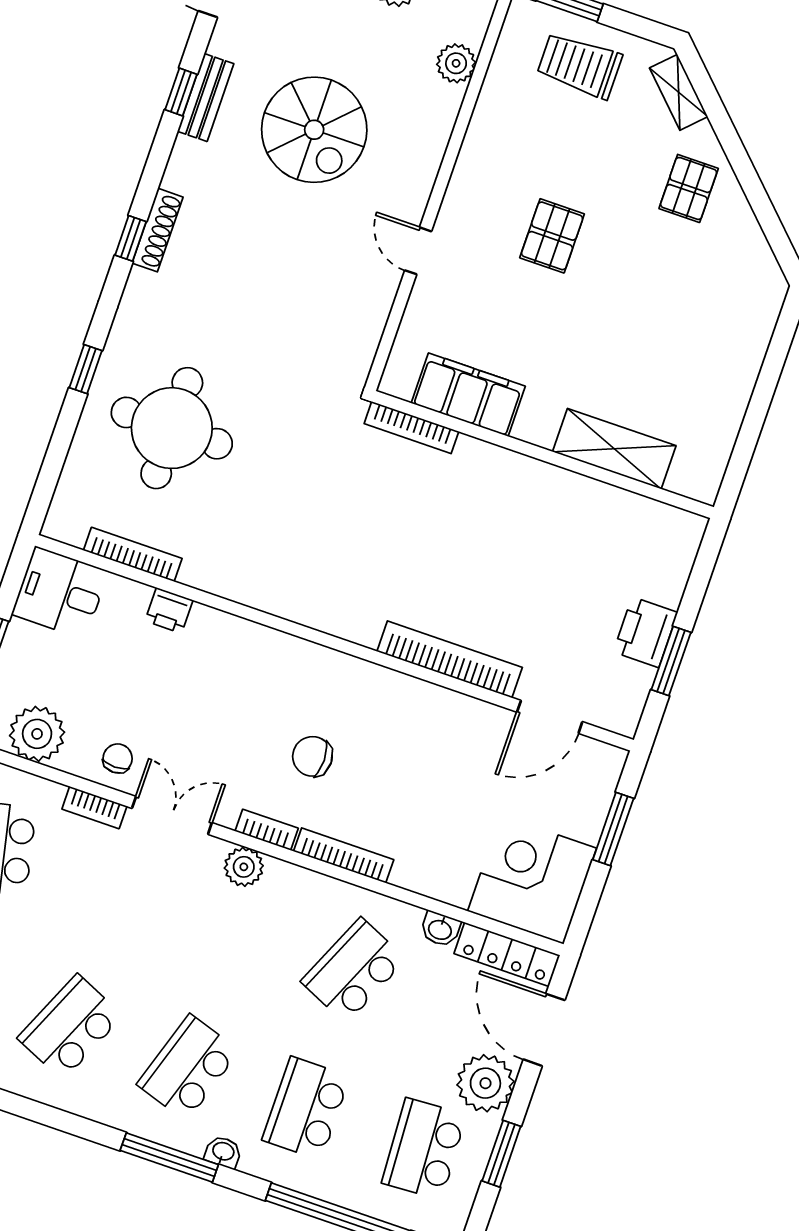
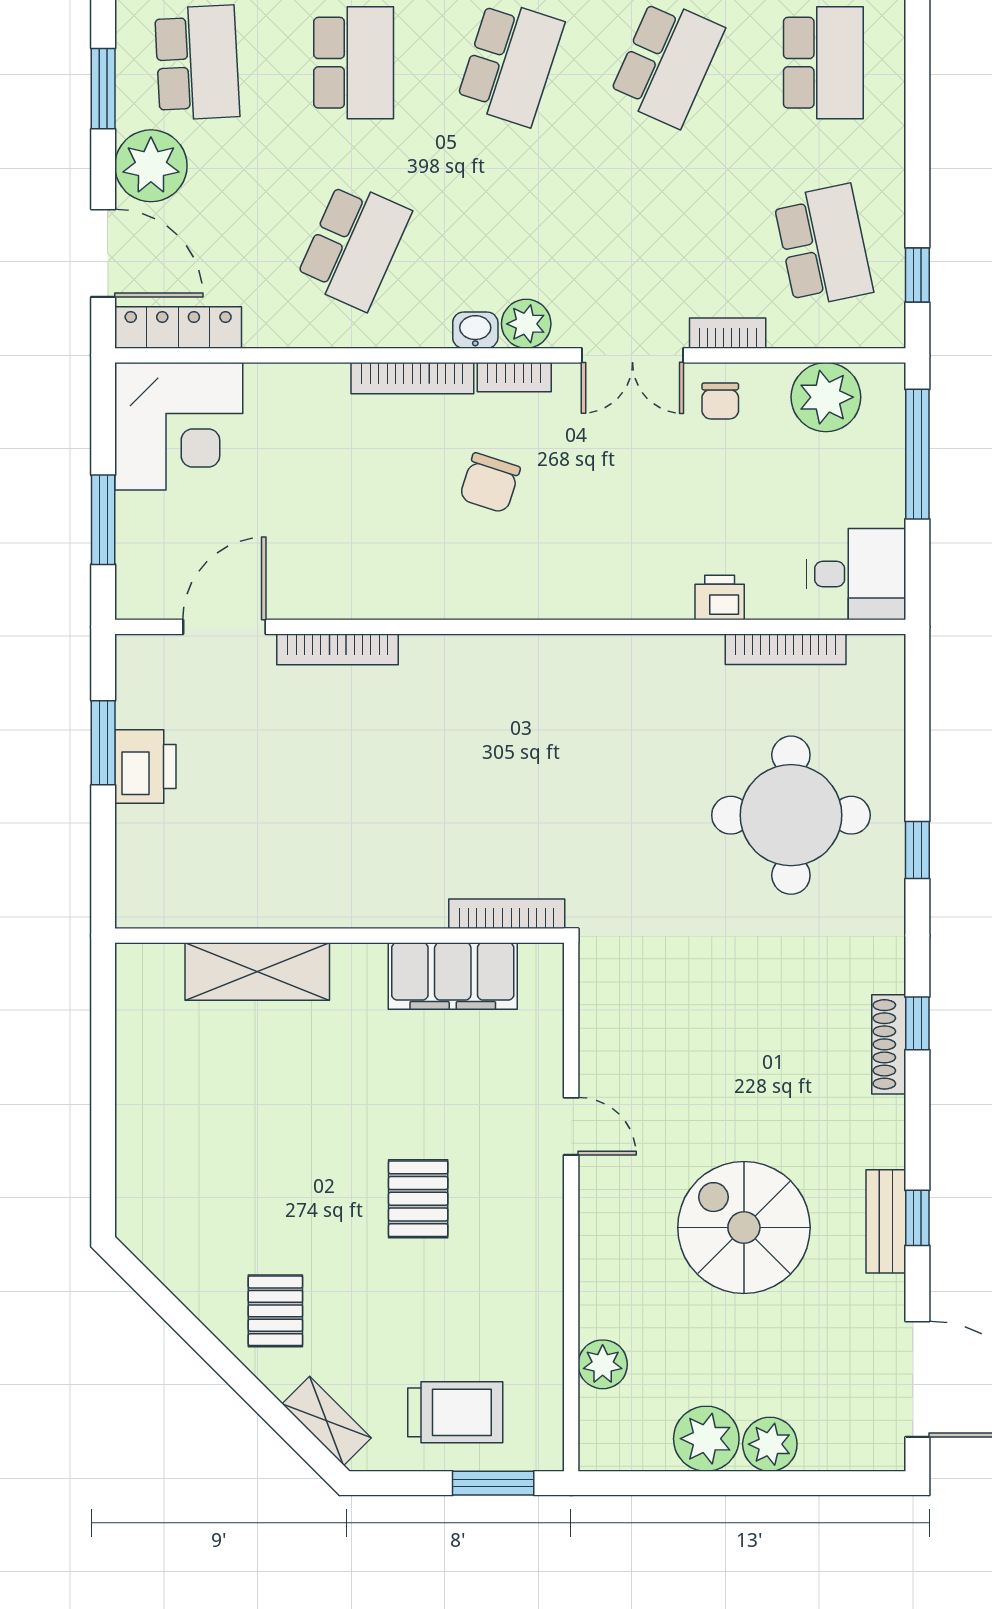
bookcase: (450, 659) -> (338, 649), width x0.68, depth x0.76
chair: (312, 756) -> (490, 483), turned 108
washbasin: (440, 929) -> (475, 330), moved

